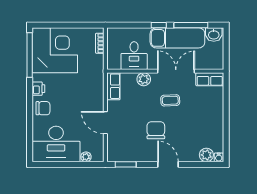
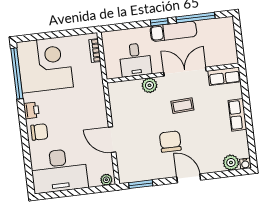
washbasin: (214, 35) -> (223, 25), removed
exam couch: (177, 38) -> (173, 31), width x0.73, depth x0.69
row of seats: (113, 86) -> (237, 115), moved, turned 180
plant: (86, 157) -> (106, 180), moved

